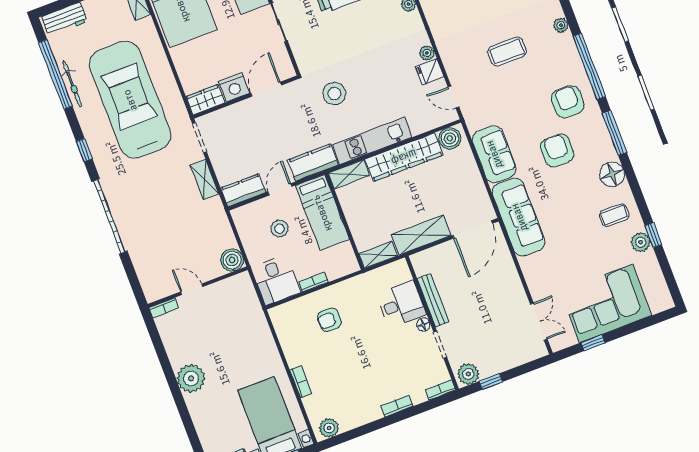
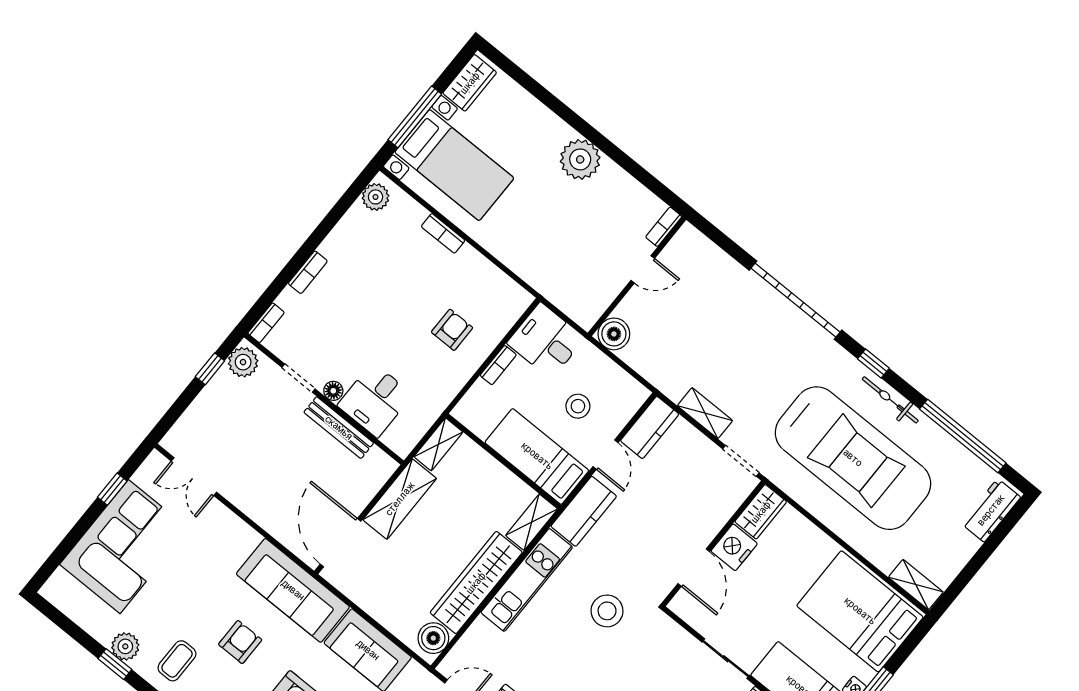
bicycle: (72, 84) -> (890, 400), moved
armchair: (569, 204) -> (240, 642), added

